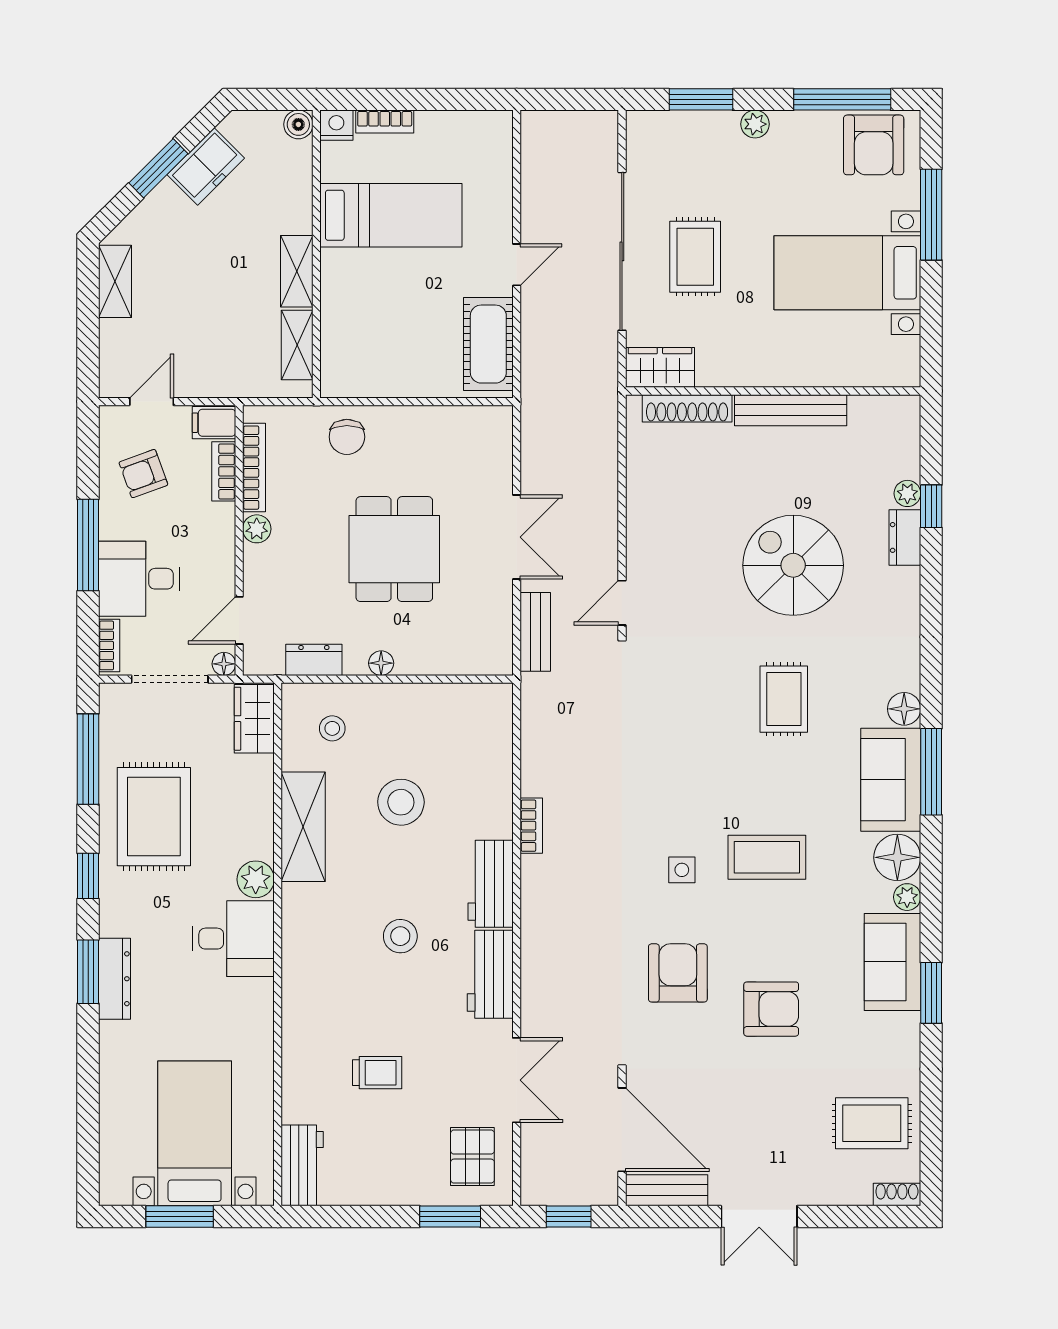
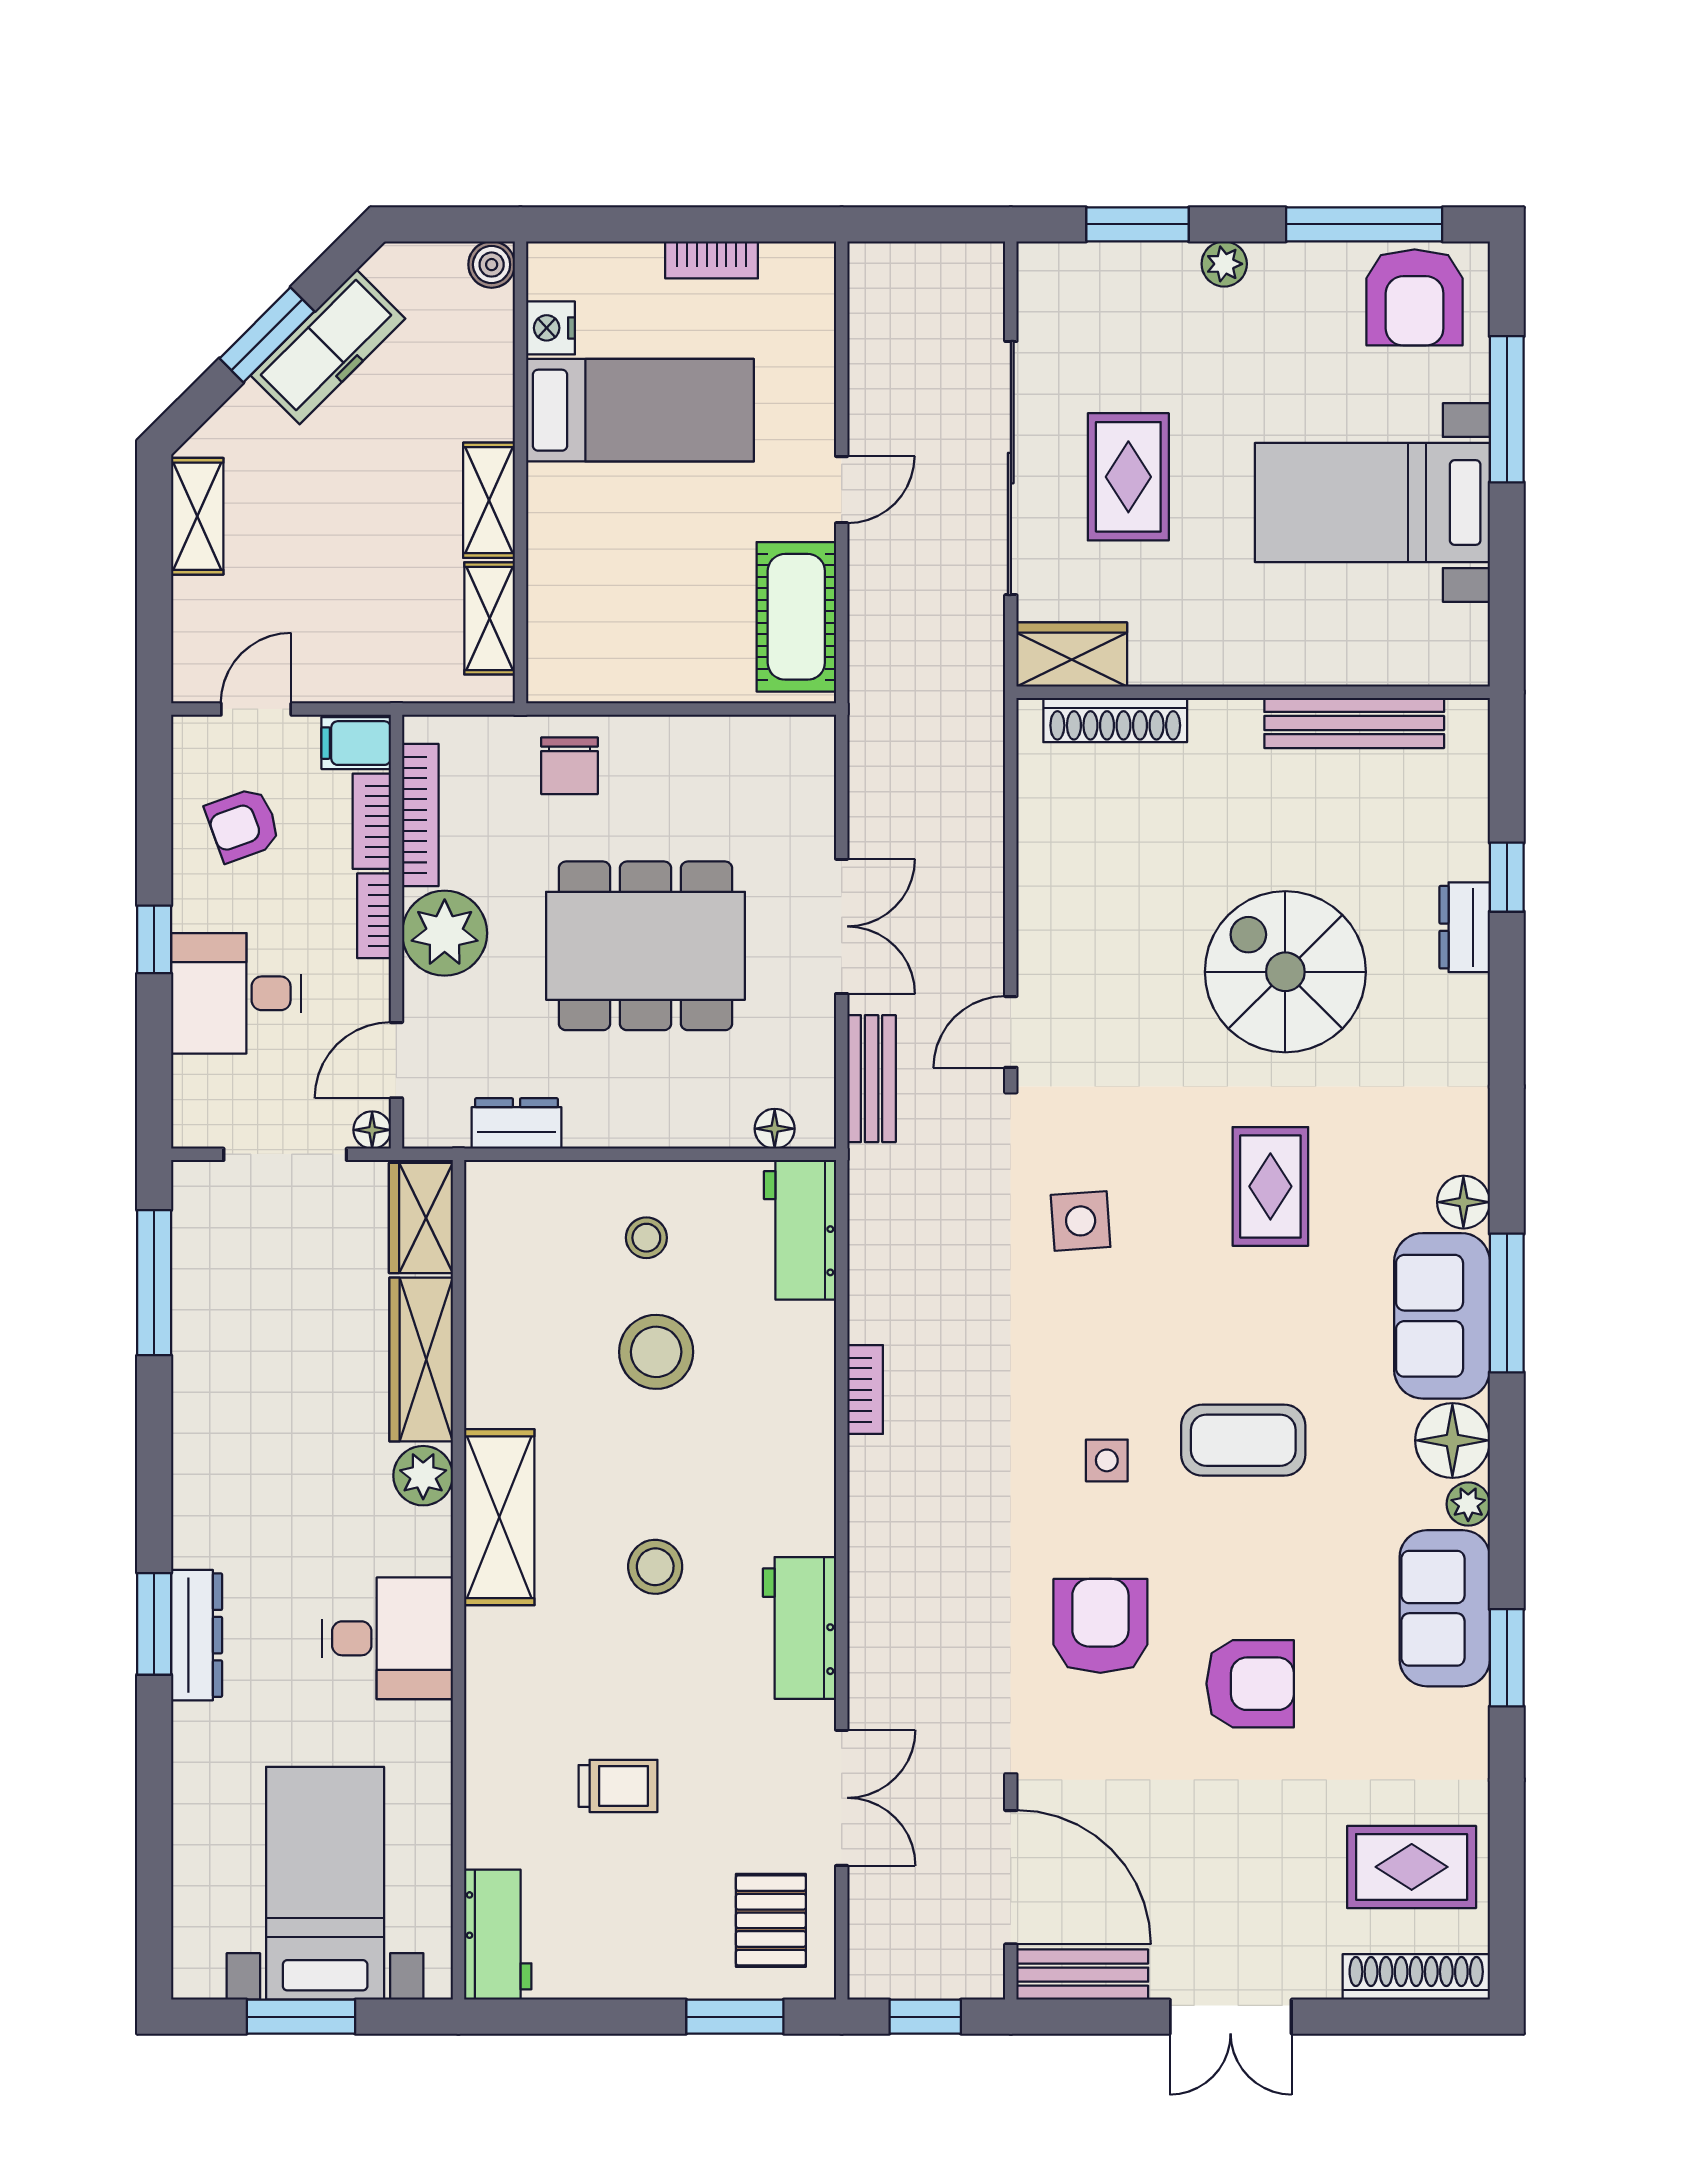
bookcase: (385, 122) -> (712, 260), moved
nightstand: (336, 125) -> (551, 328), moved, turned -90
freezer: (206, 166) -> (328, 347), width x1.40
bench: (791, 410) -> (1354, 723), moved
plant: (907, 493) -> (1469, 857), removed
plant: (257, 529) -> (445, 933), width x1.87, depth x1.87
window: (88, 545) -> (154, 939), width x0.46
dining table: (394, 549) -> (646, 946), width x1.38
bookcase: (109, 645) -> (374, 916), moved, turned 180
floor lamp: (381, 663) -> (775, 1129), moved
side table: (665, 721) -> (1081, 1221), added
stool: (332, 728) -> (646, 1238), moved
wardrobe: (254, 807) -> (421, 1359), added
rug: (154, 817) -> (260, 1375), removed
shelving: (303, 827) -> (499, 1517), moved
window: (88, 876) -> (154, 1470), removed
workbench: (491, 884) -> (800, 1230), moved
desk: (233, 939) -> (387, 1638), moved
shoe rack: (897, 1195) -> (1416, 1977), width x1.94, depth x1.24

